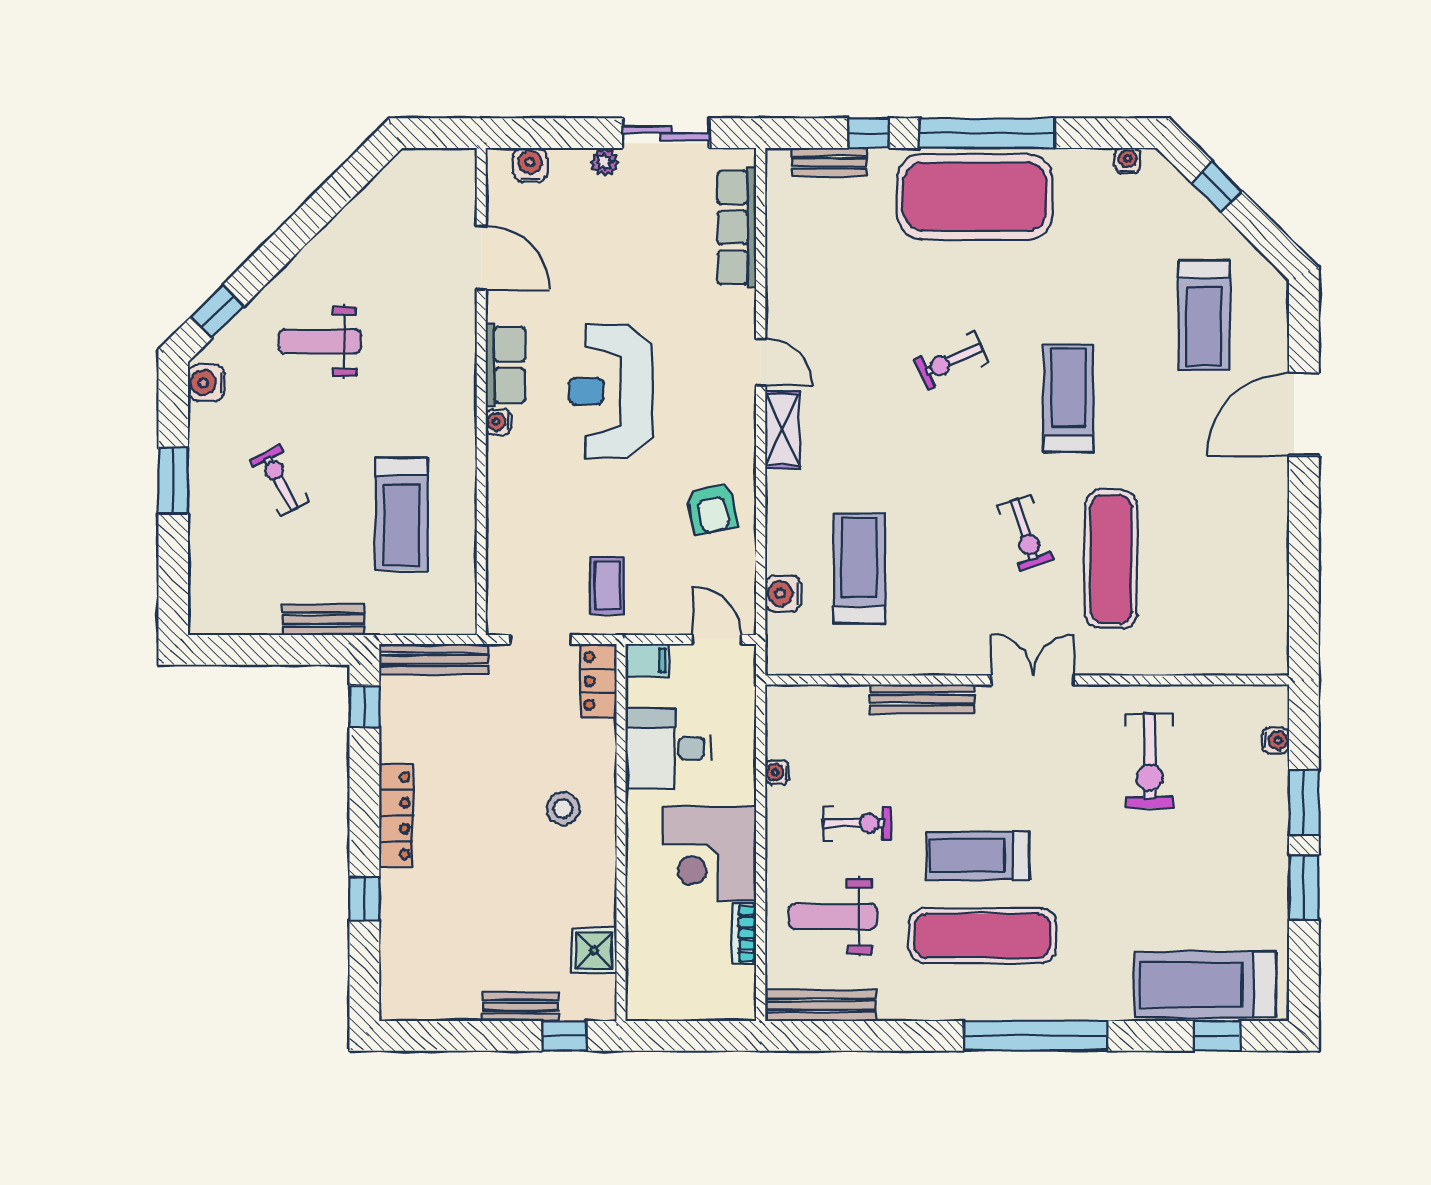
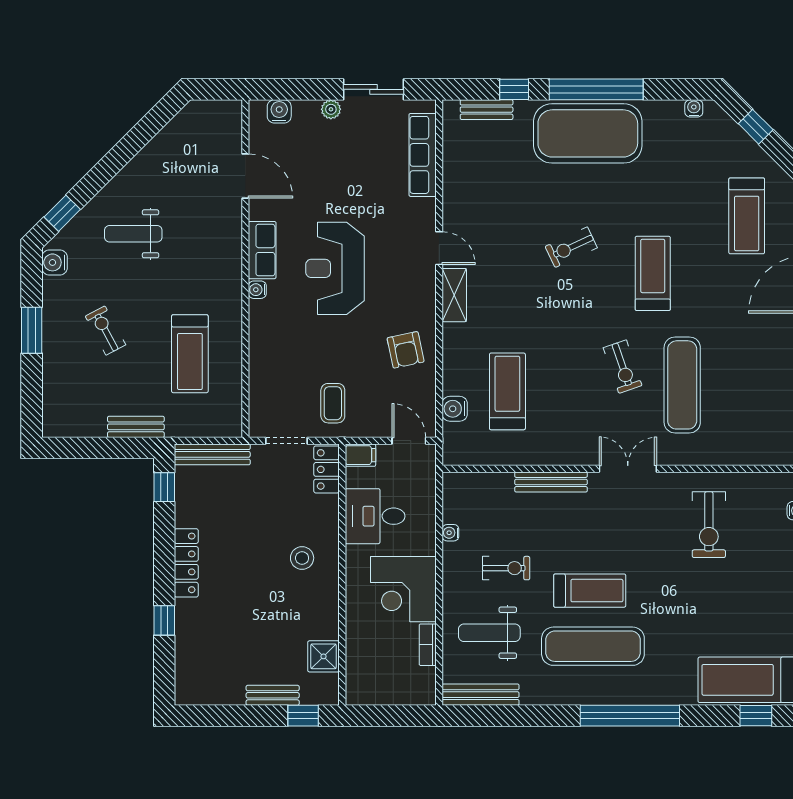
treadmill: (978, 856) -> (590, 591), turned 180

